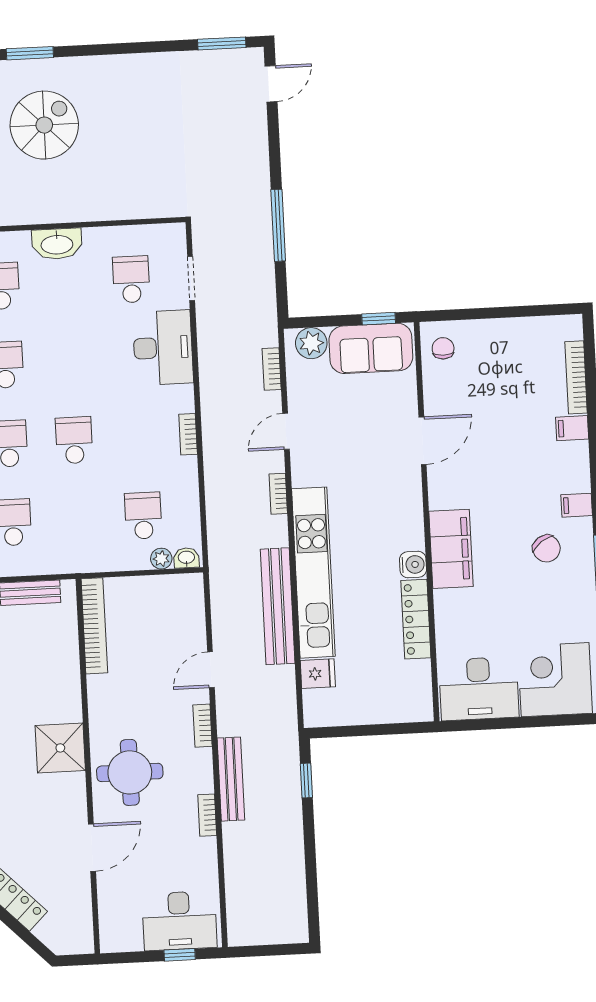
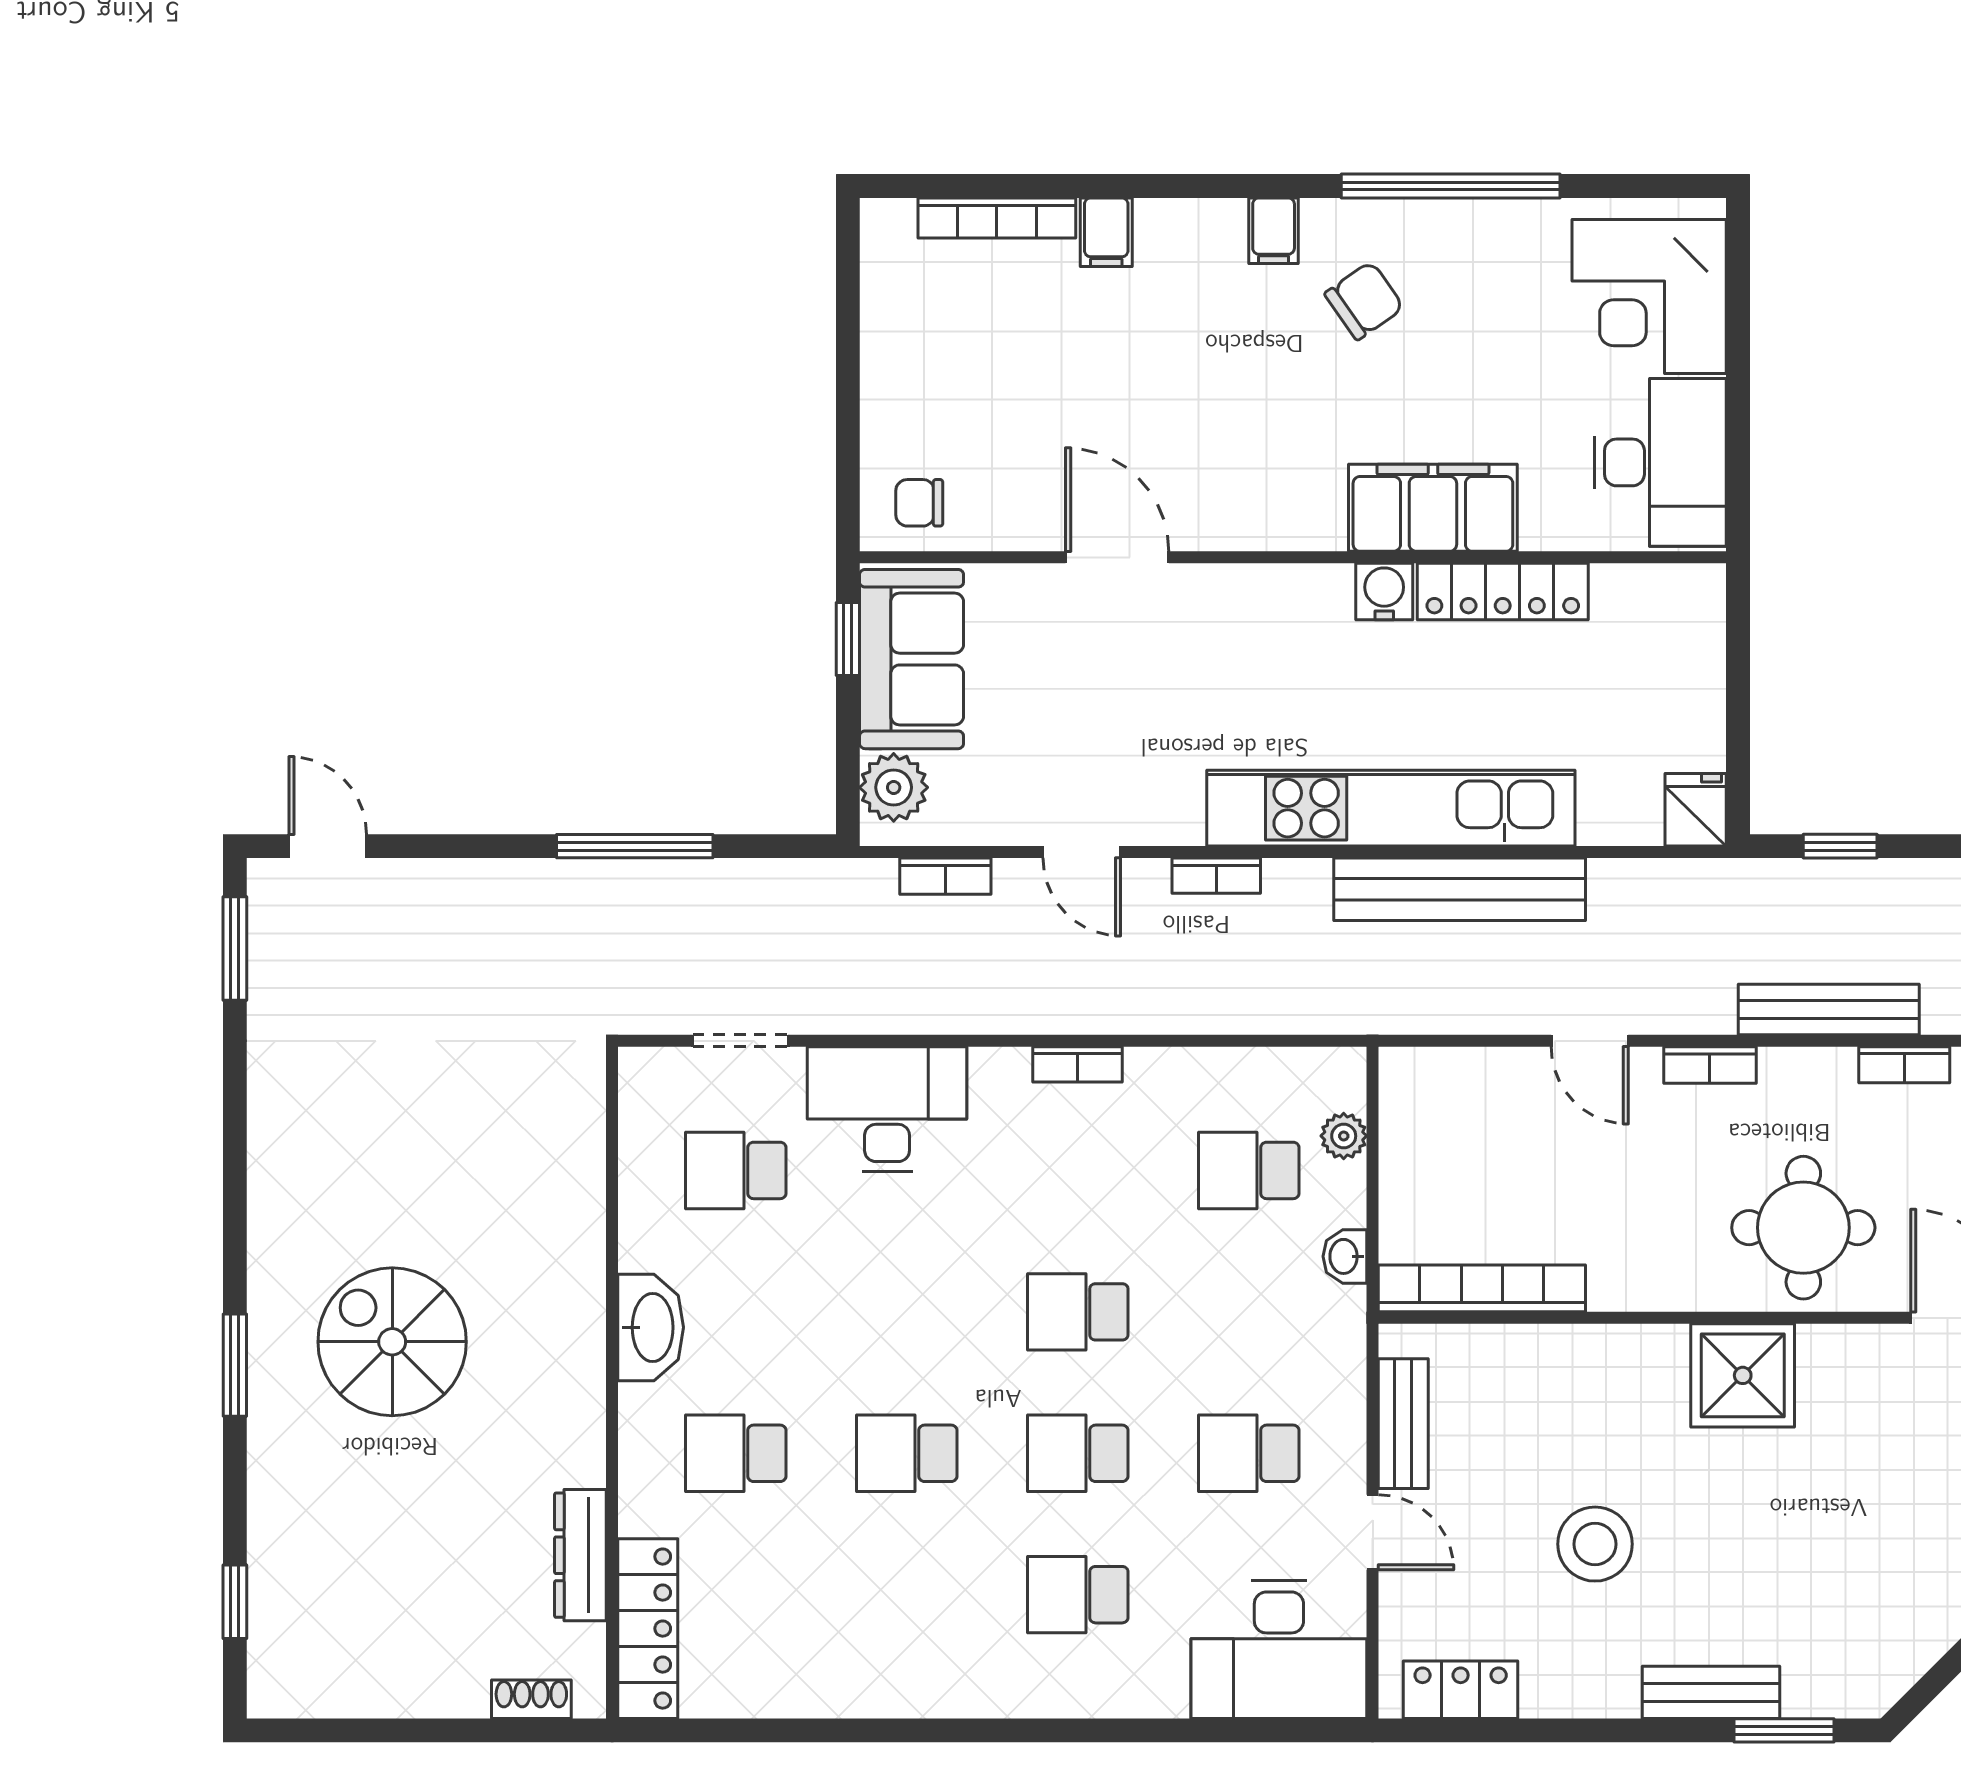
filing cabinet: (451, 549) -> (1433, 508), moved
washbasin: (186, 558) -> (1345, 1256), moved
fridge: (318, 674) -> (1696, 810), moved

